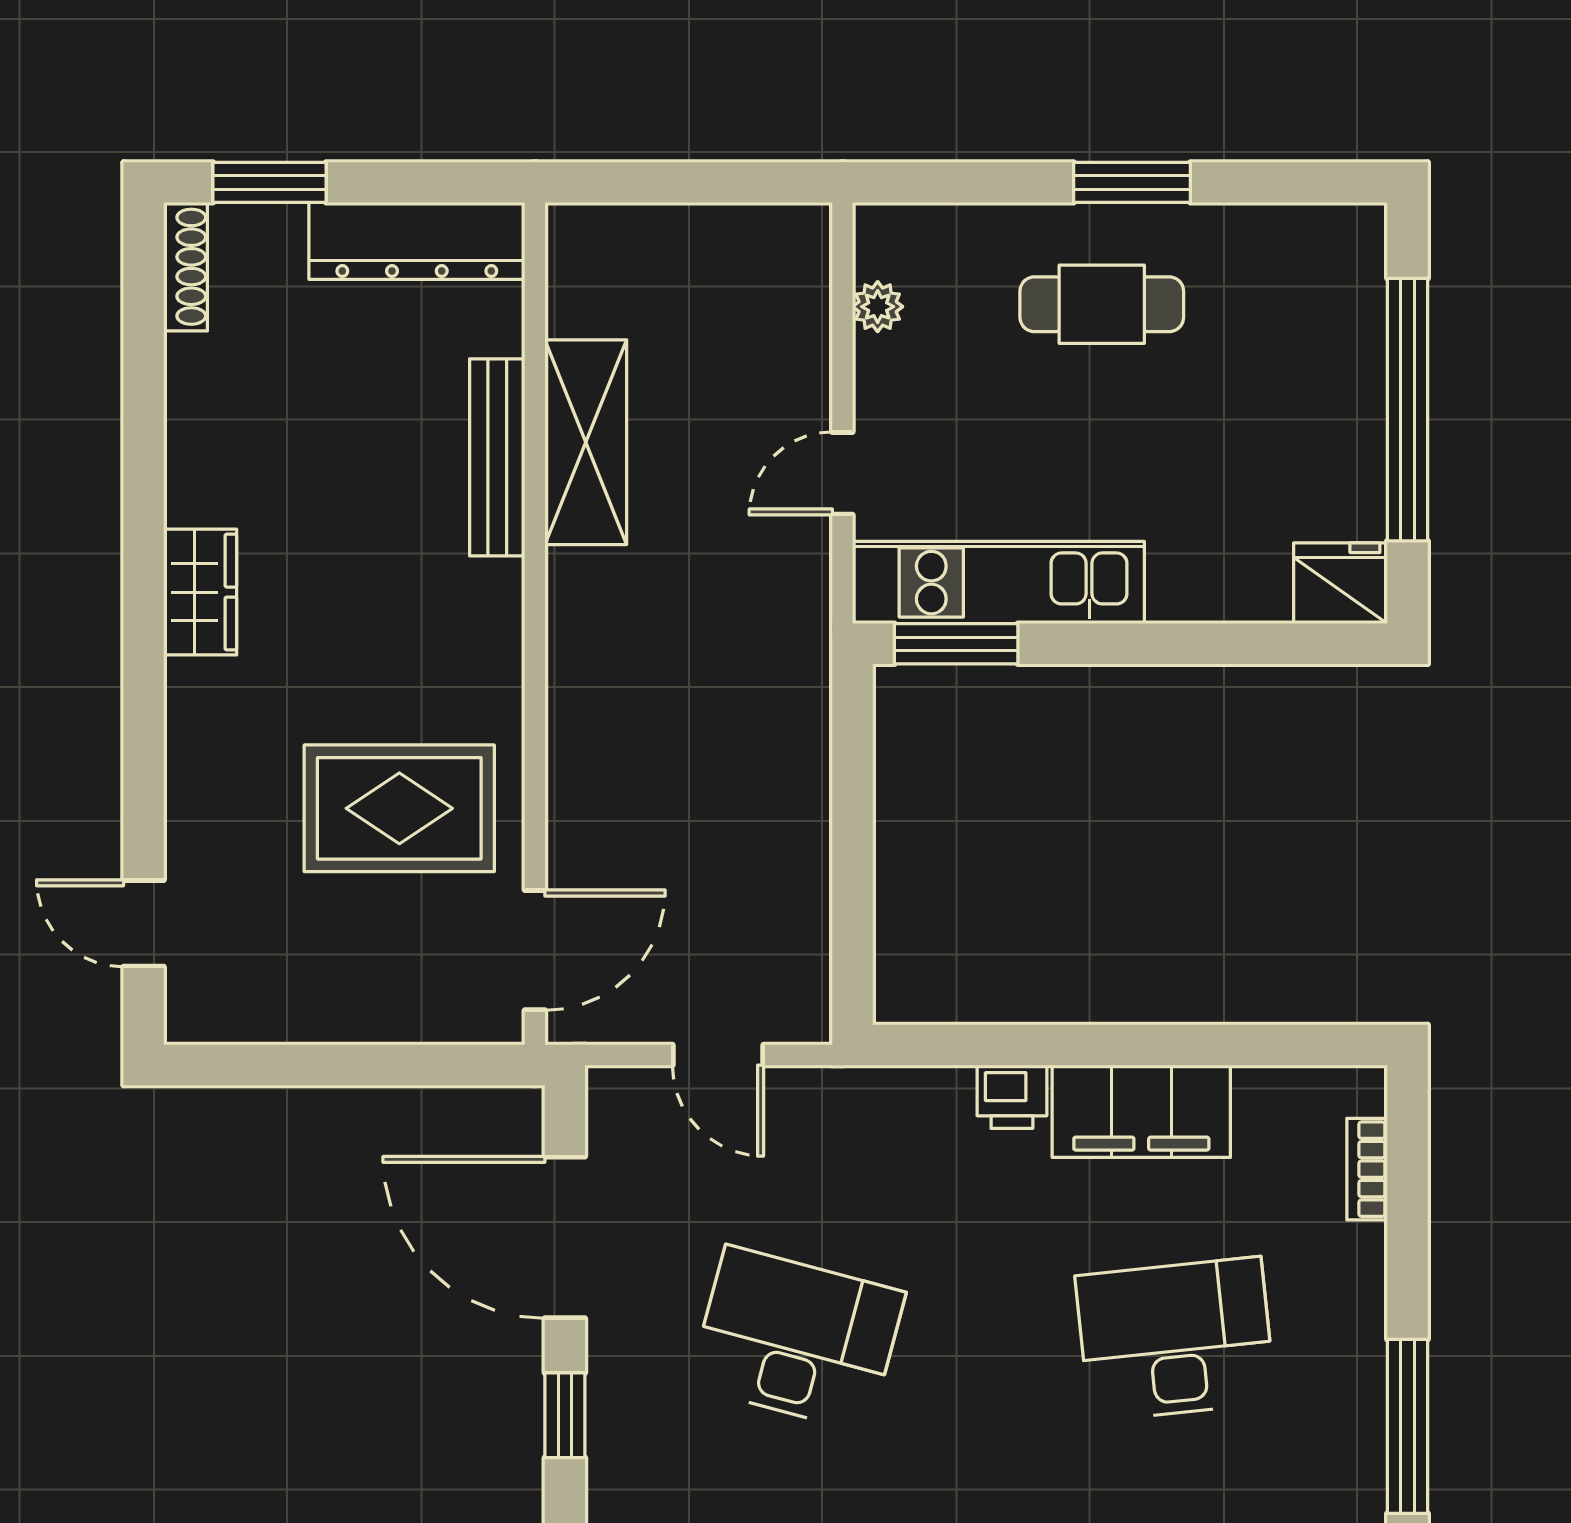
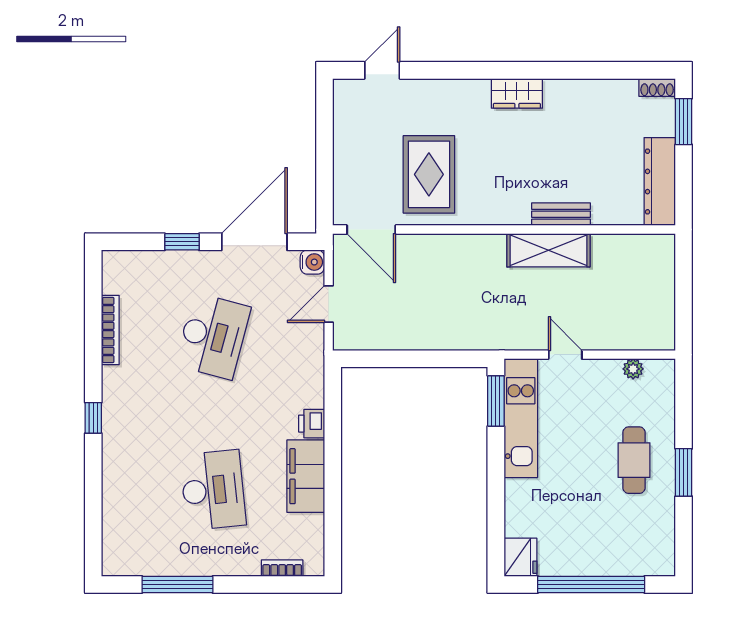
shoe rack: (186, 267) -> (657, 87), width x0.70
shelving: (586, 442) -> (548, 250), moved
bench: (497, 457) -> (561, 214), width x0.73
water cooler: (615, 1095) -> (312, 262), added

